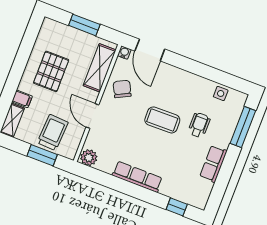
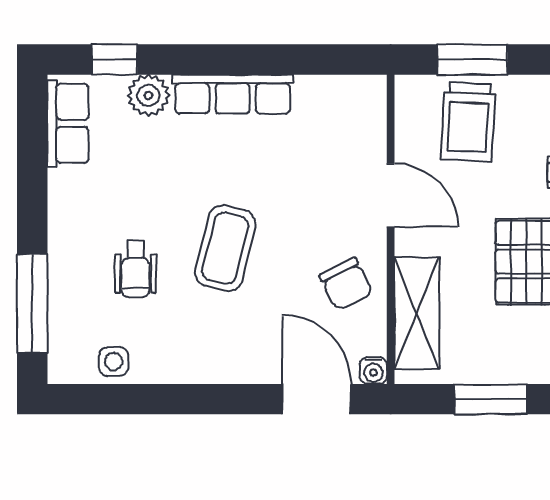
coffee table: (162, 120) -> (225, 248), turned -75
plant: (89, 158) -> (148, 95), moved
row of seats: (213, 164) -> (68, 123), moved

